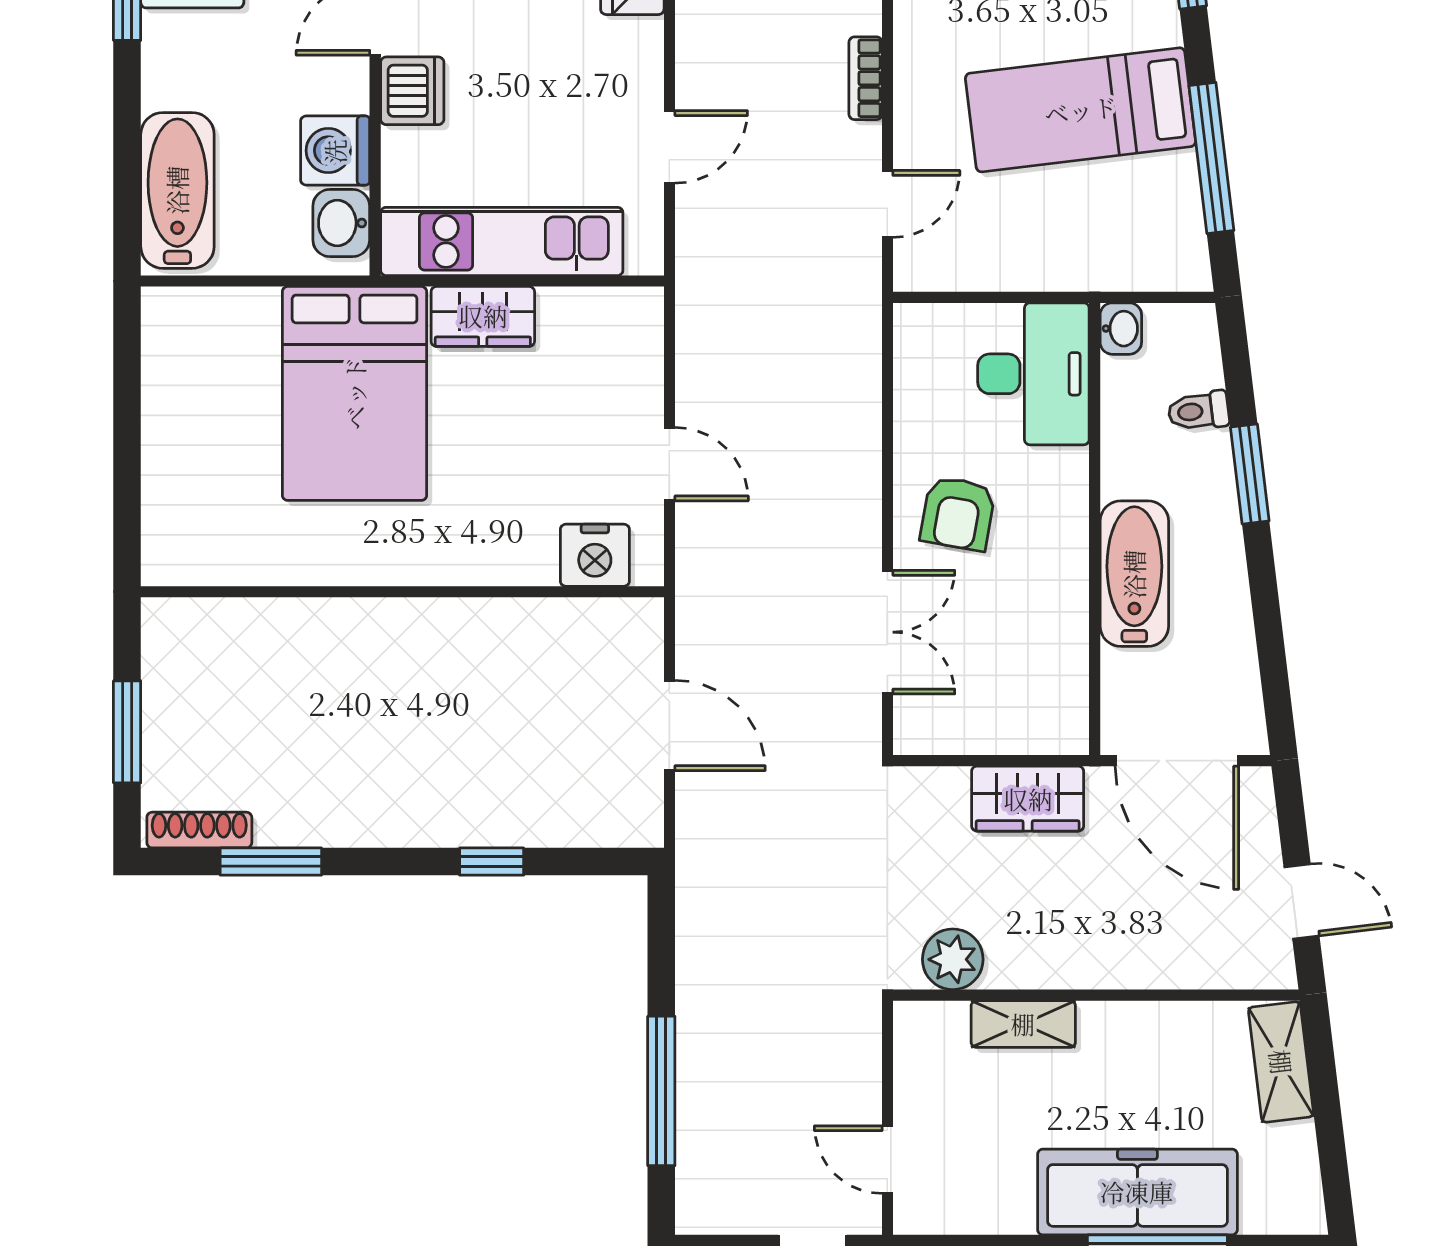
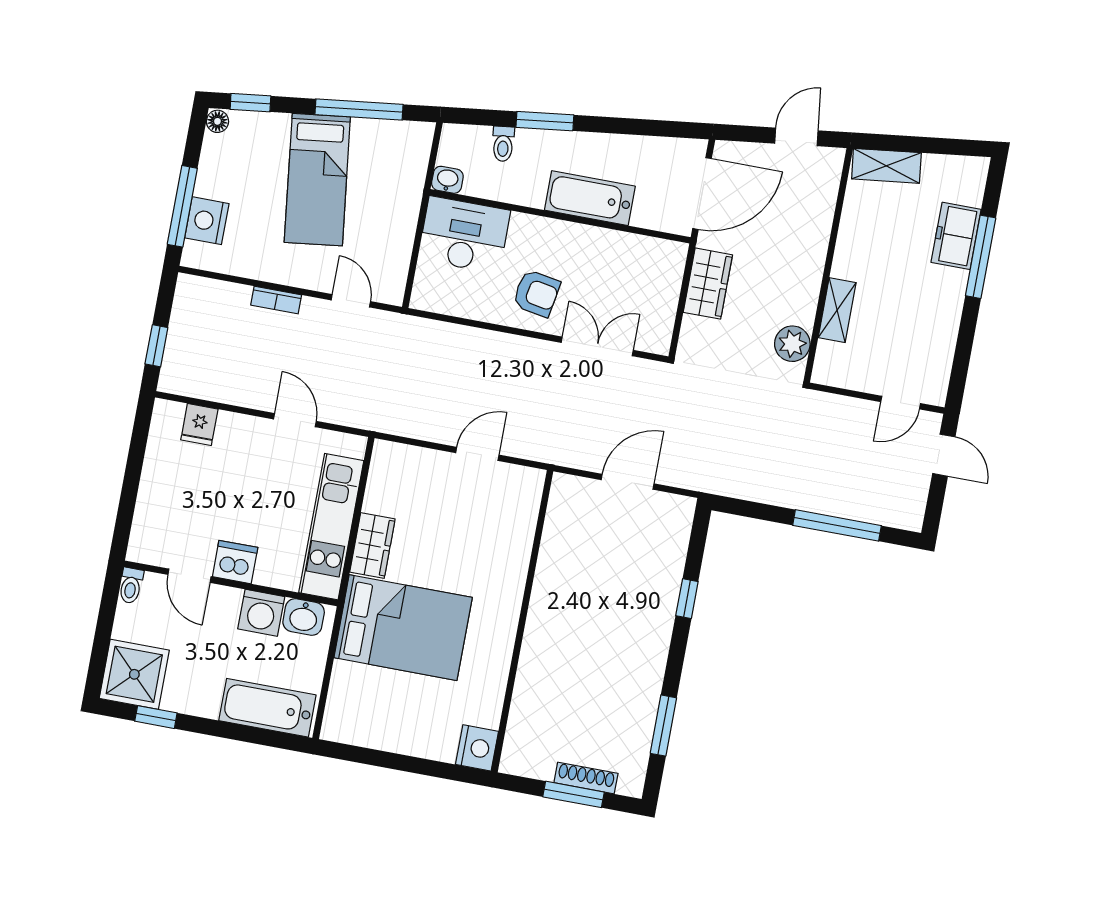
nightstand: (595, 555) -> (477, 748), moved
shoe rack: (199, 830) -> (586, 778), moved, turned 90
freezer: (1137, 1192) -> (956, 236), width x0.52, depth x0.79

